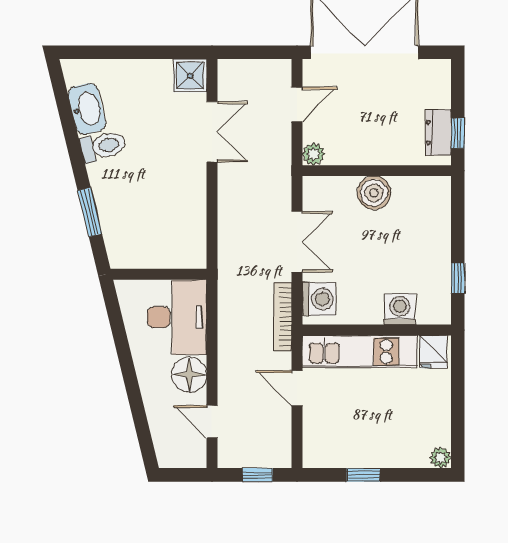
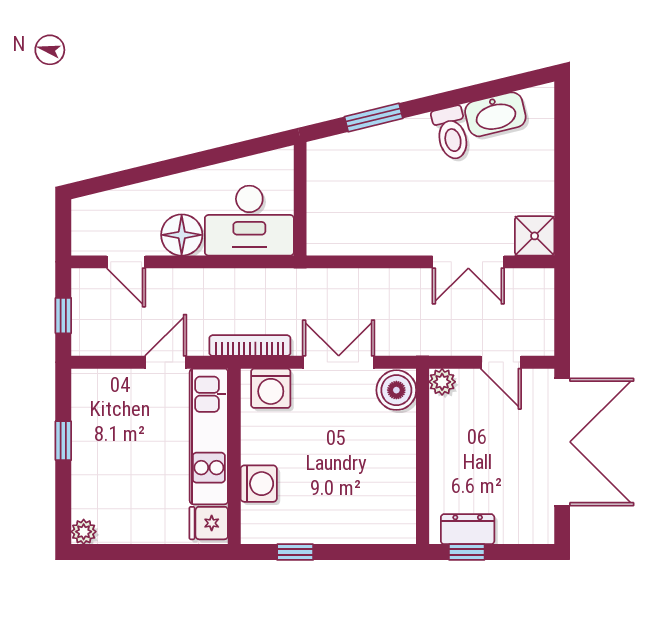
boiler: (374, 193) -> (396, 390), moved
double door: (297, 242) -> (339, 362), swing flipped
door: (212, 422) -> (126, 262), swing flipped

